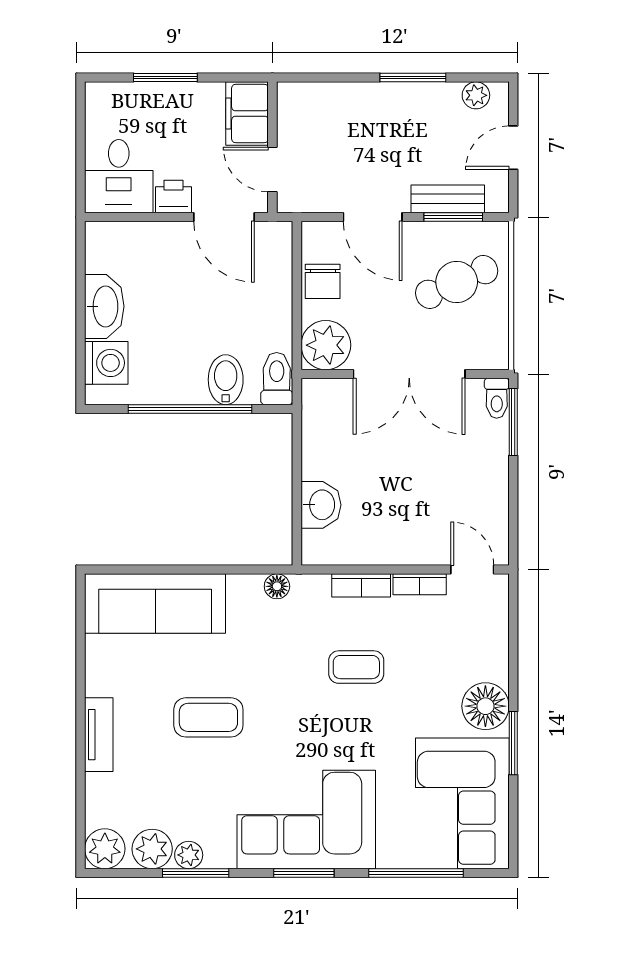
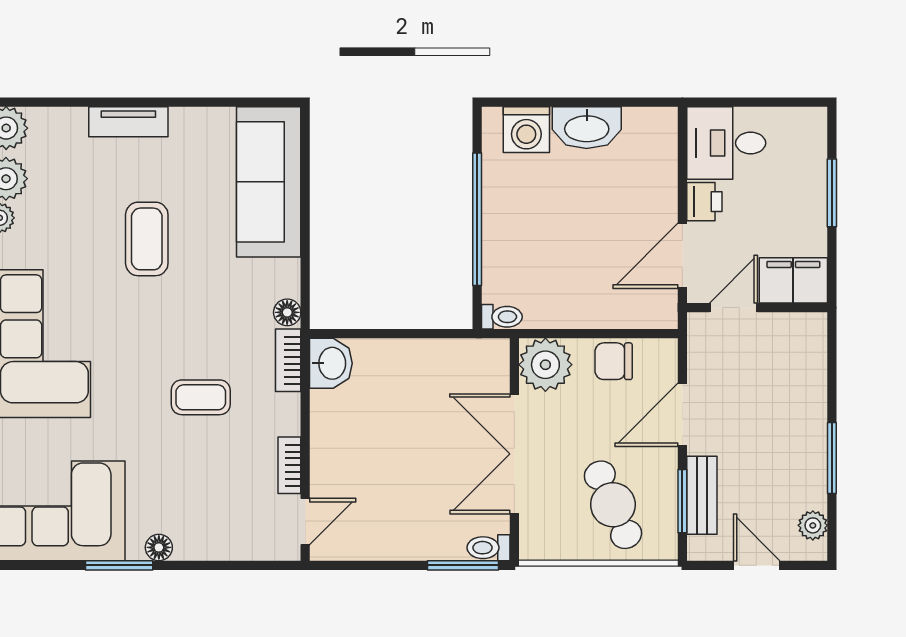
toilet: (277, 379) -> (502, 317), width x0.73, depth x0.72
bidet: (226, 380) -> (508, 257), removed
washbasin: (321, 505) -> (331, 363), moved, turned -90
bookcase: (361, 585) -> (288, 360), moved
coffee table: (356, 667) -> (201, 397), turned 90
floor lamp: (485, 706) -> (159, 547), width x0.53, depth x0.53

